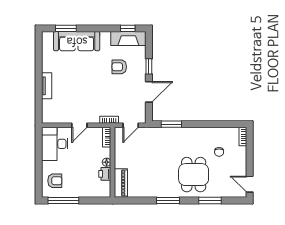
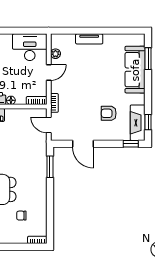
window: (149, 66) -> (131, 144), moved
armchair: (119, 67) -> (109, 113), turned -90
plant: (61, 119) -> (55, 54), added
door: (79, 125) -> (49, 72), swing flipped

